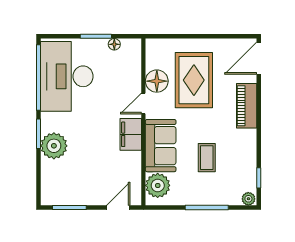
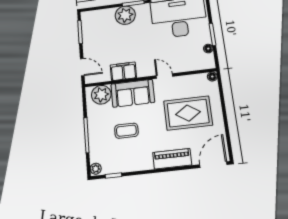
door: (259, 58) -> (213, 165), hinge flipped
floor lamp: (157, 81) -> (212, 77), moved, width x0.53, depth x0.53
filing cabinet: (131, 134) -> (123, 71), moved

